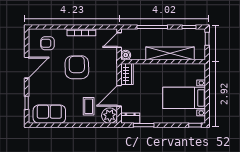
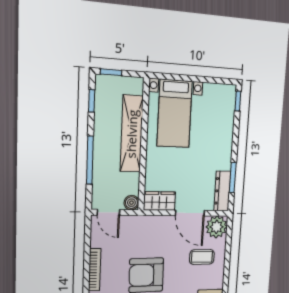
bed with nightstands: (184, 98) -> (175, 114), moved
dresser: (130, 118) -> (222, 191), width x1.44

